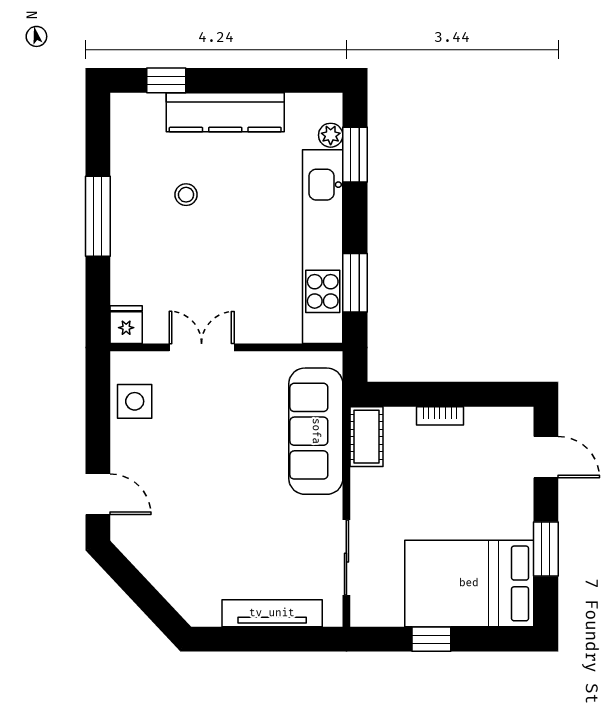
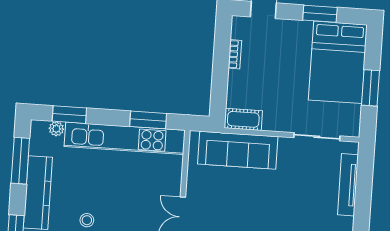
window: (275, 80) -> (20, 161), added
bookcase: (440, 416) -> (235, 54), moved
window: (431, 639) -> (371, 88), width x1.50

